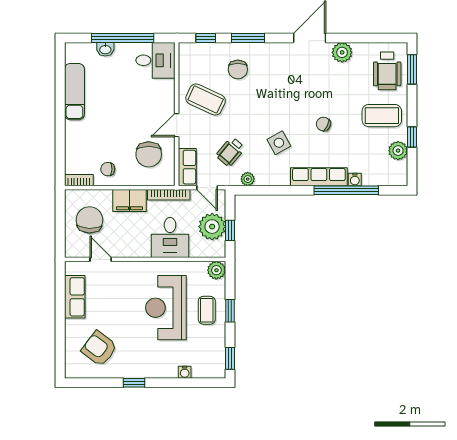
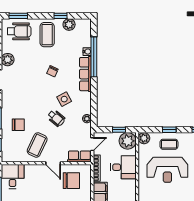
wheelchair: (230, 152) -> (56, 118), moved
plant: (212, 227) -> (128, 141), moved

